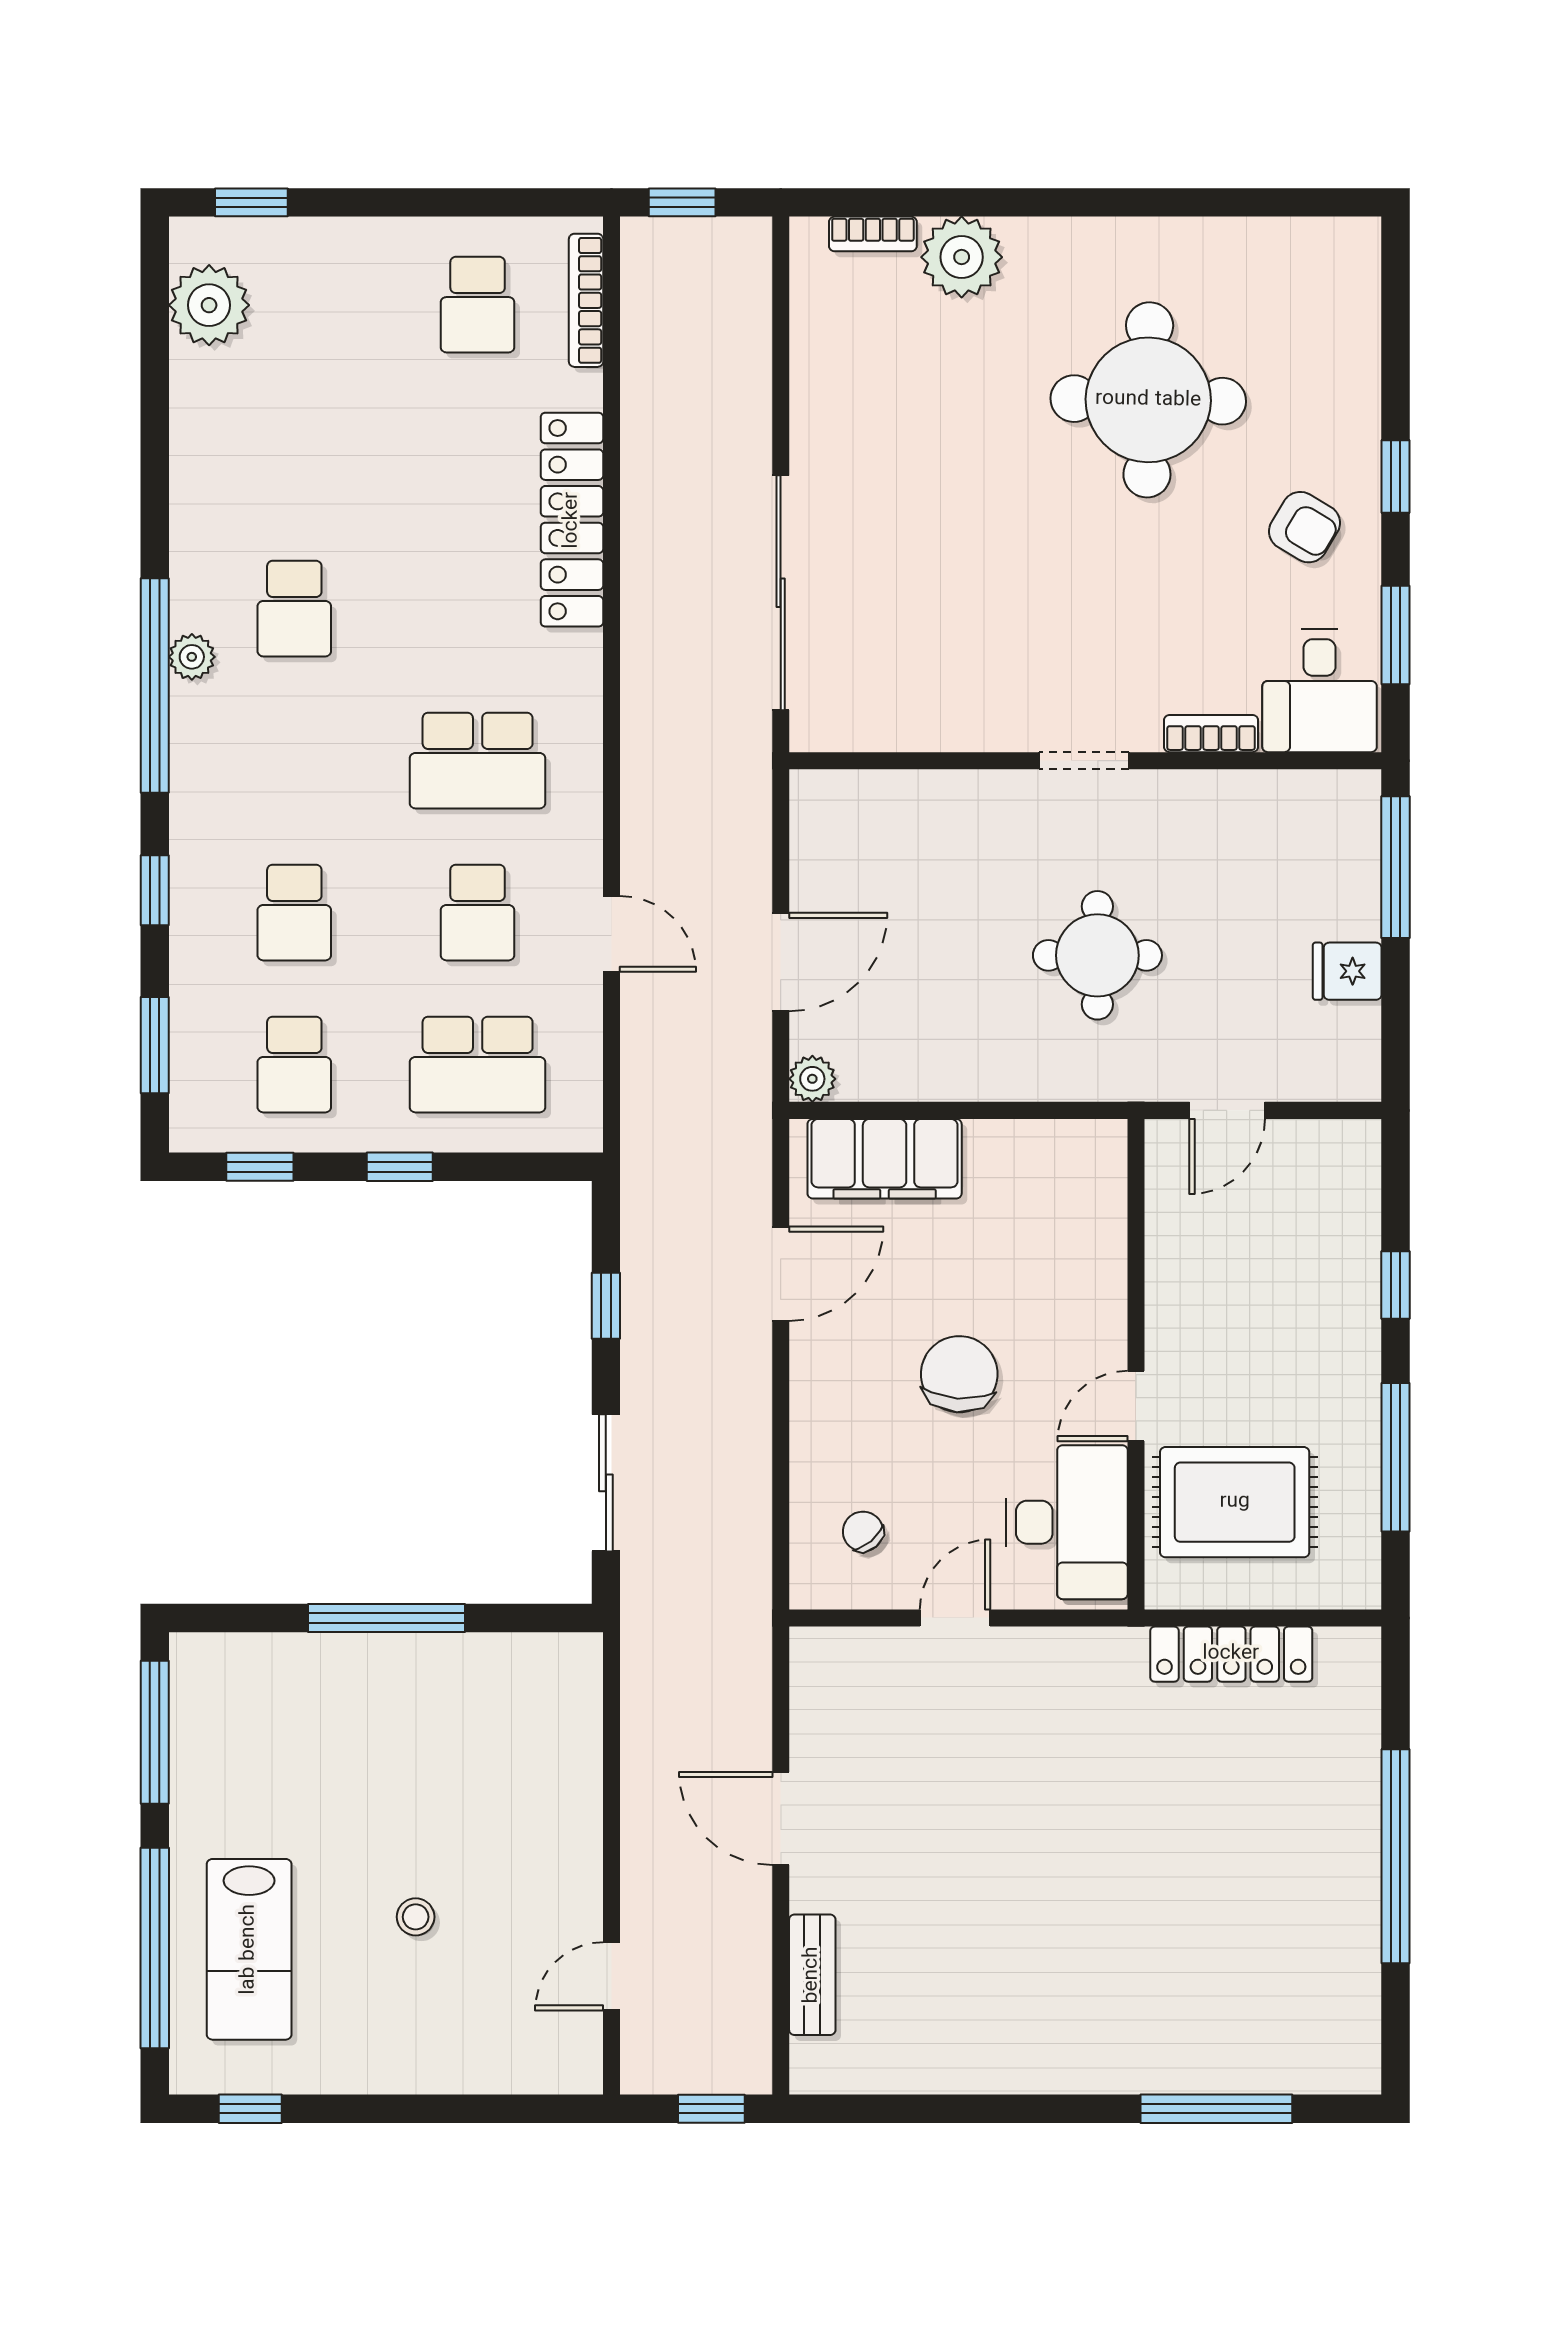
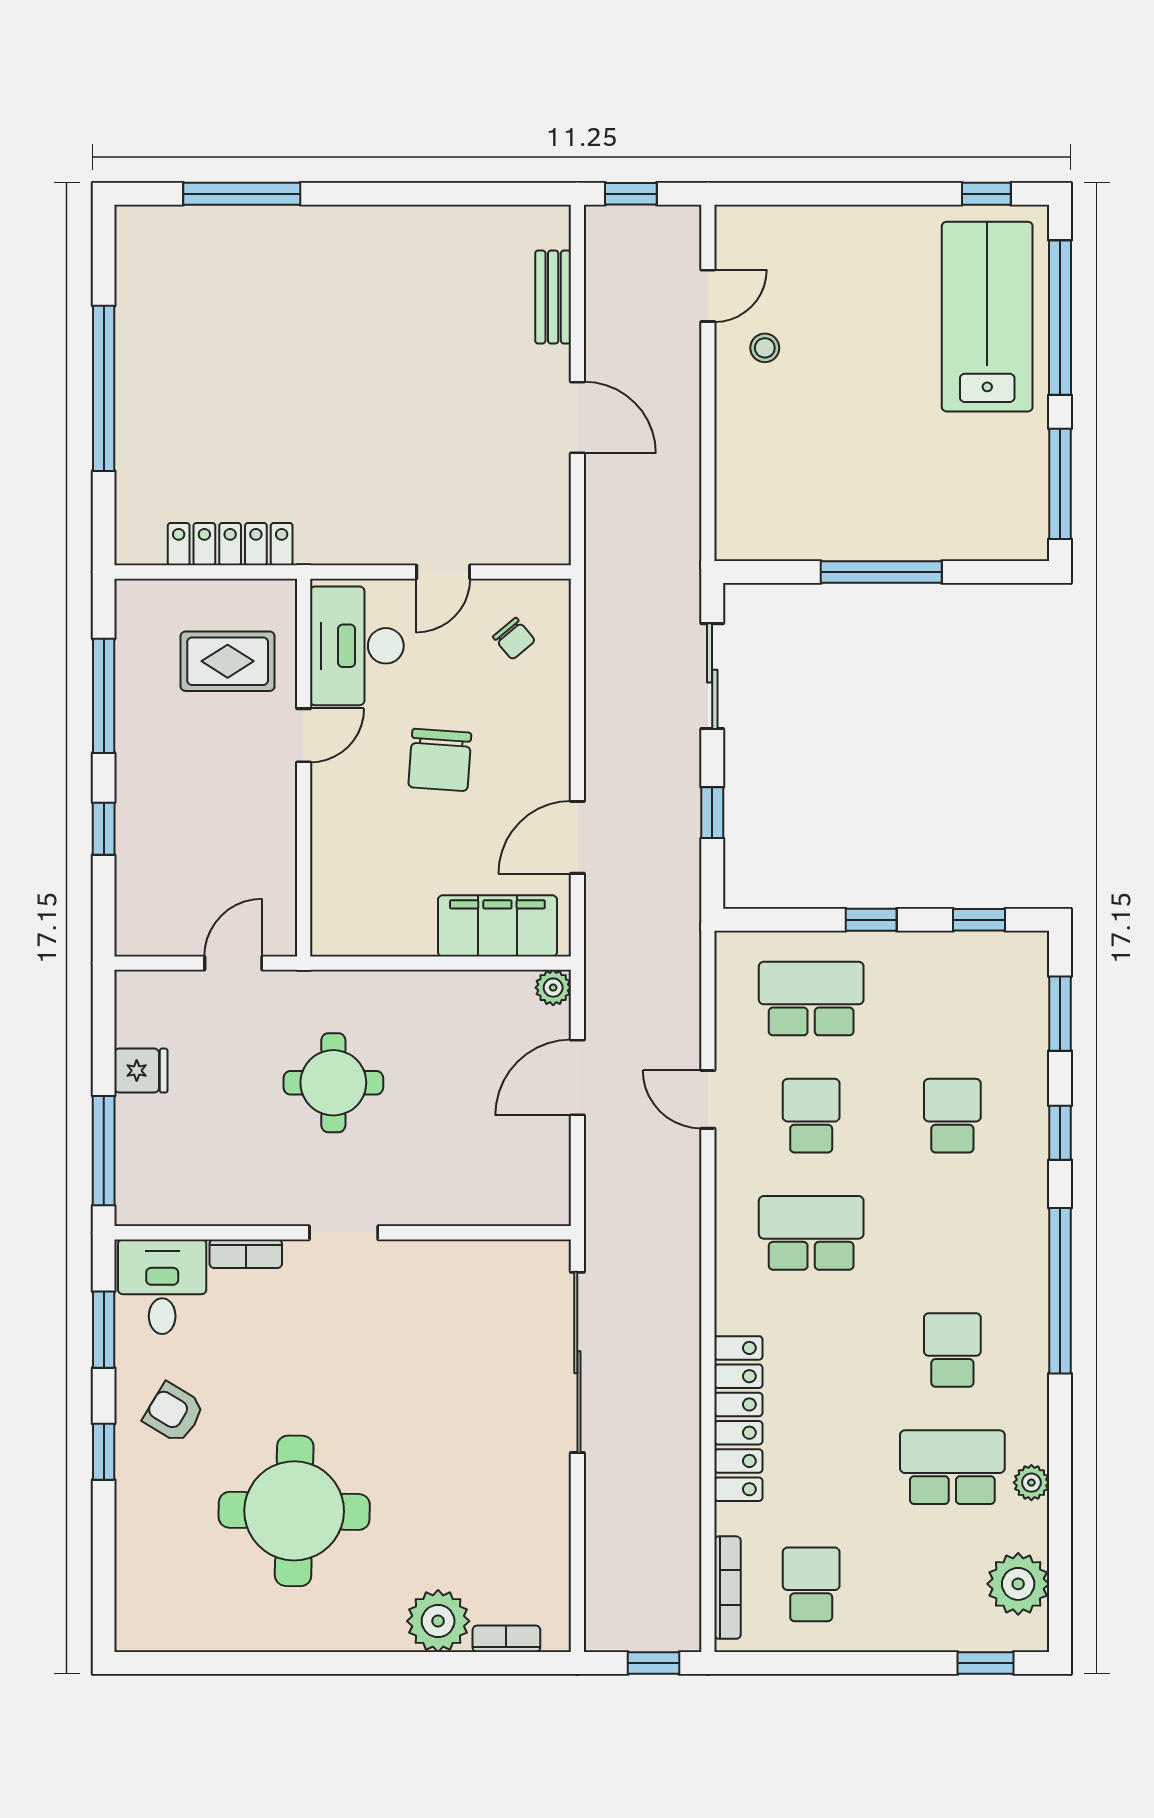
plant: (192, 657) -> (1031, 1483), moved
school desk: (294, 1065) -> (952, 1467), moved, width x1.85
rug: (1235, 1502) -> (228, 661), width x0.73, depth x0.70
stool: (416, 1917) -> (765, 348), moved
lab bench: (249, 1949) -> (987, 317), width x1.36, depth x1.39

